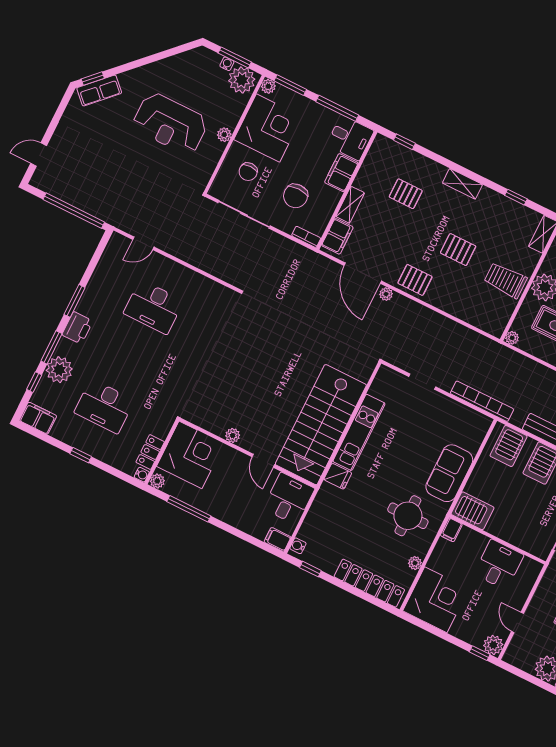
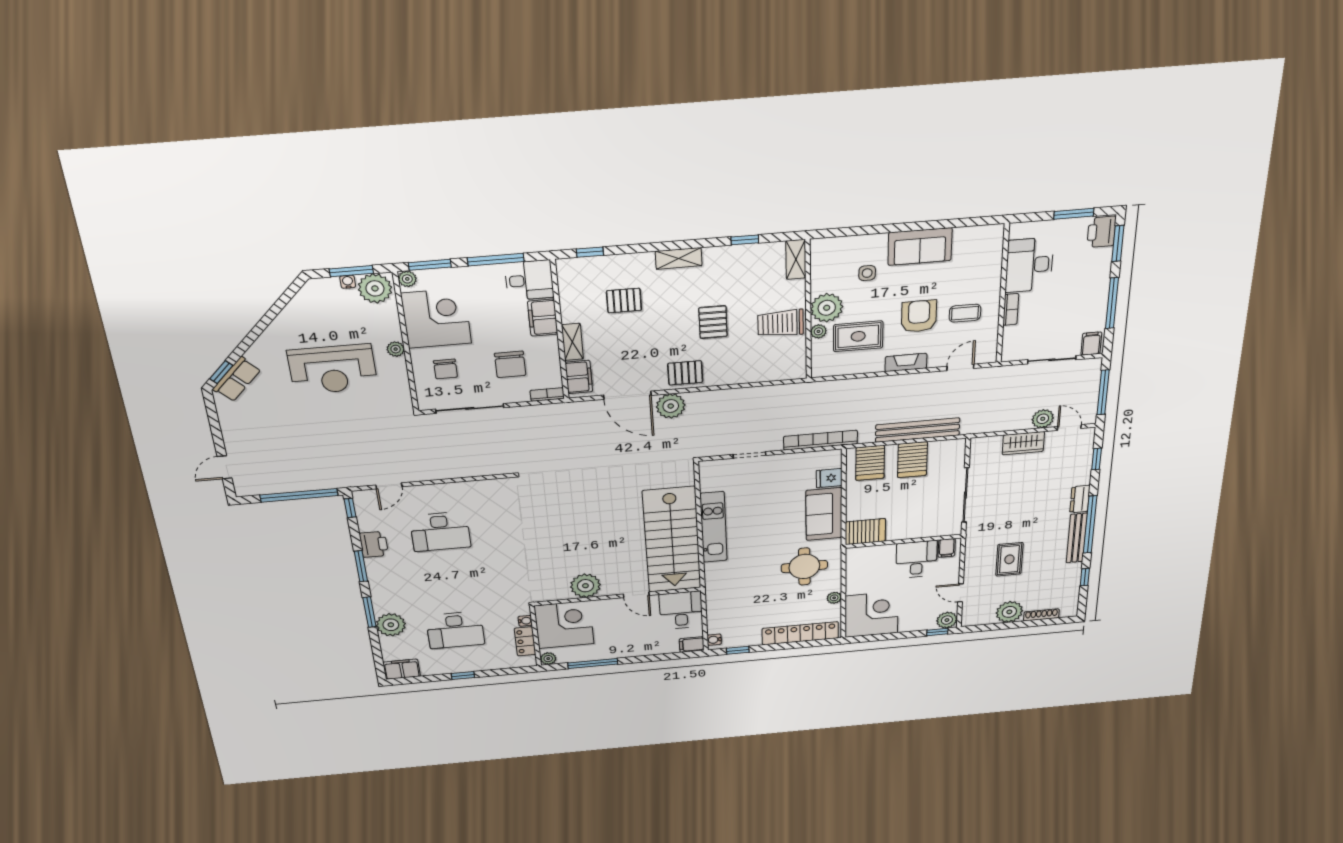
pallet: (458, 250) -> (713, 322), turned 90
plant: (386, 294) -> (671, 406), width x1.88, depth x1.88
printer: (77, 328) -> (374, 544), moved
plant: (512, 338) -> (818, 331), moved
window: (34, 382) -> (350, 508), moved
plant: (233, 435) -> (585, 586), width x1.88, depth x1.88
water cooler: (142, 475) -> (525, 621), moved
fridge: (338, 476) -> (829, 478), moved, turned 180
filing cabinet: (451, 530) -> (947, 548), moved

